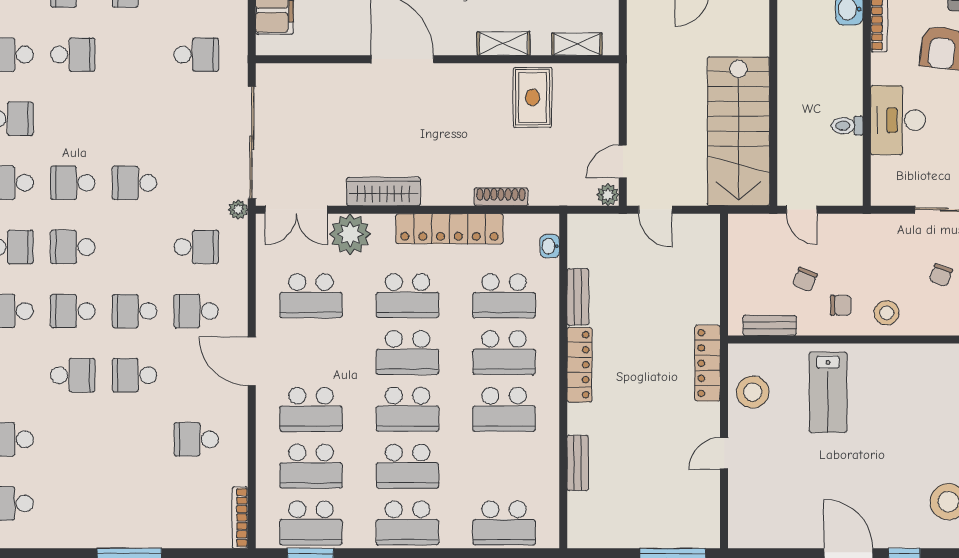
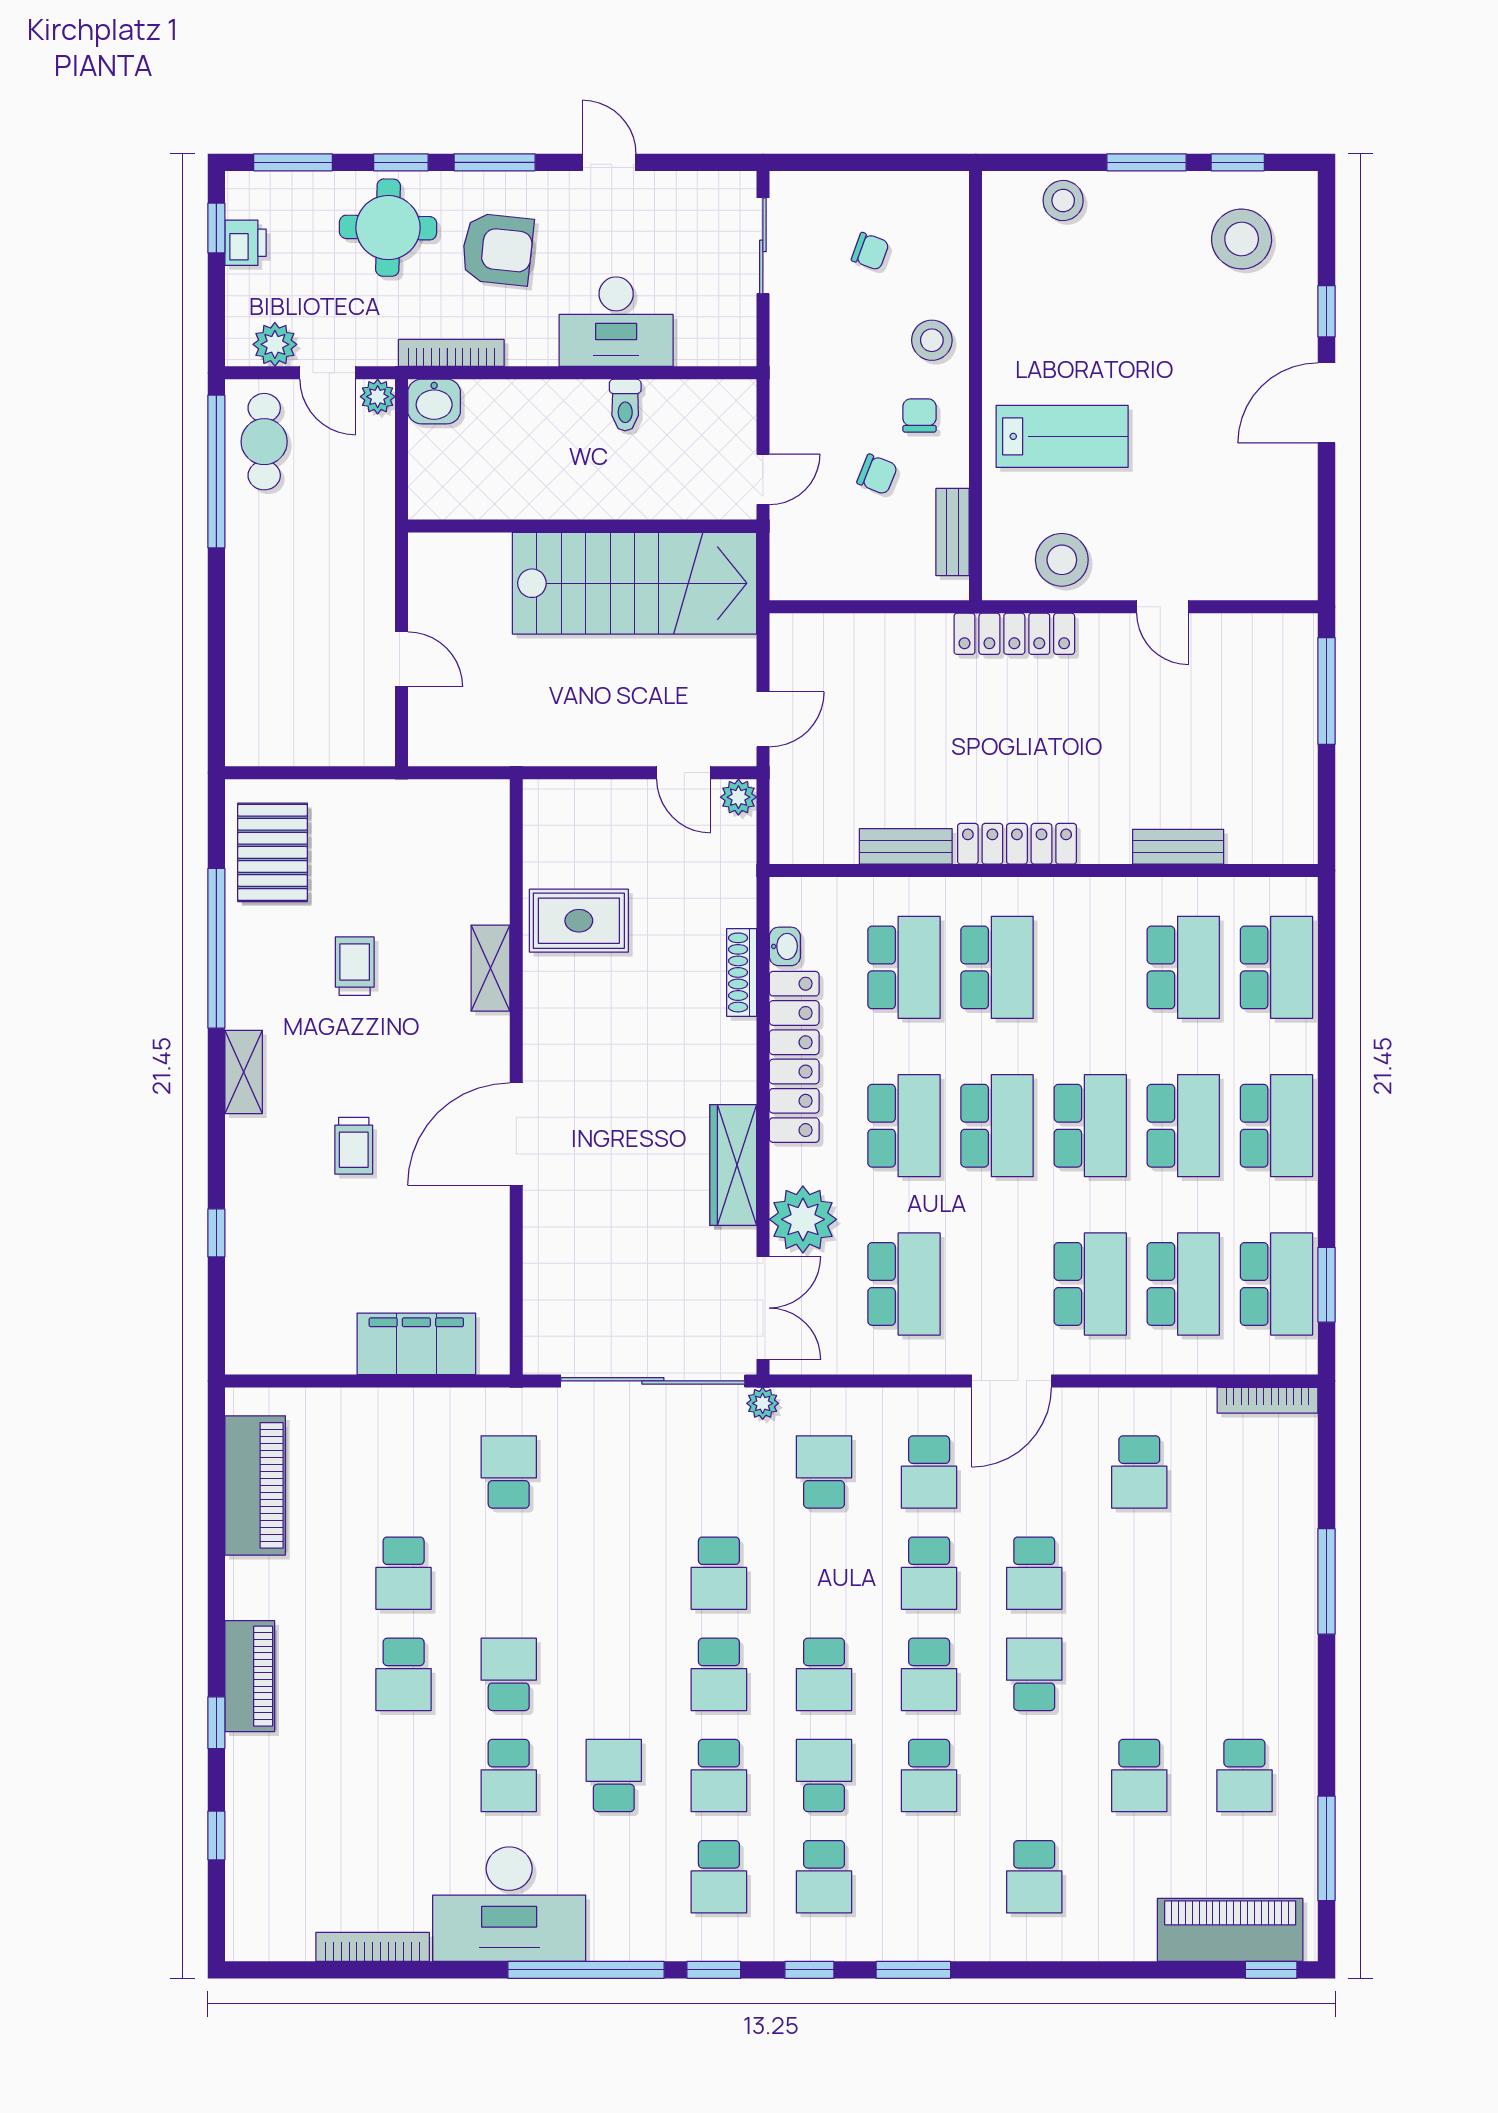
shelving: (577, 44) -> (491, 848), removed
washbasin: (550, 246) -> (785, 946), moved, turned -90
school desk: (504, 409) -> (1183, 967), moved

